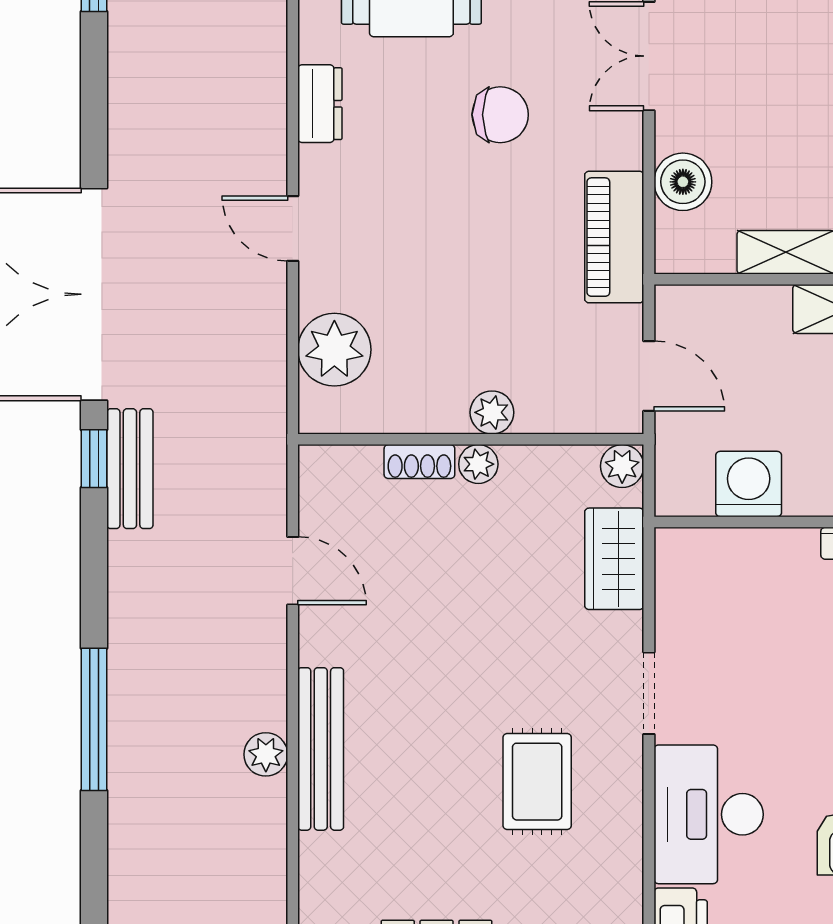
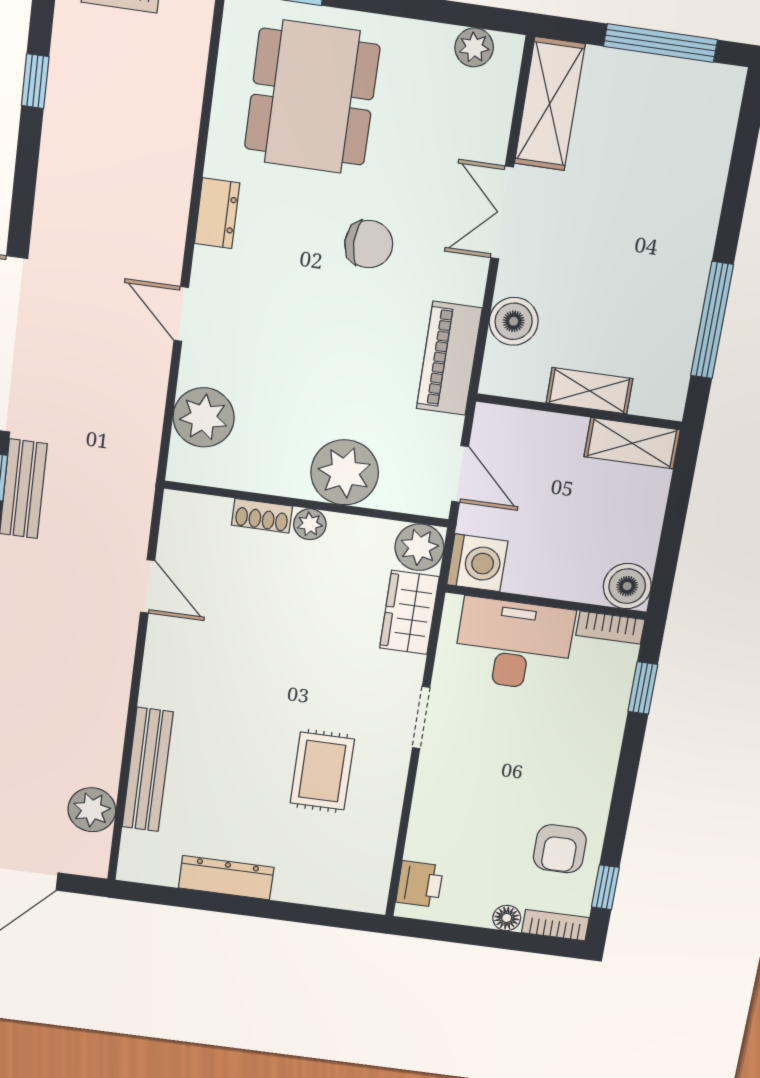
plant: (492, 412) -> (345, 472), width x1.87, depth x1.87
plant: (622, 466) -> (419, 547), width x1.38, depth x1.38
washing machine: (749, 484) -> (477, 563), moved, turned 90
bench: (321, 749) -> (148, 770), moved
plant: (266, 754) -> (92, 810), moved, width x1.38, depth x1.38
desk: (709, 814) -> (514, 644), moved, turned 90

